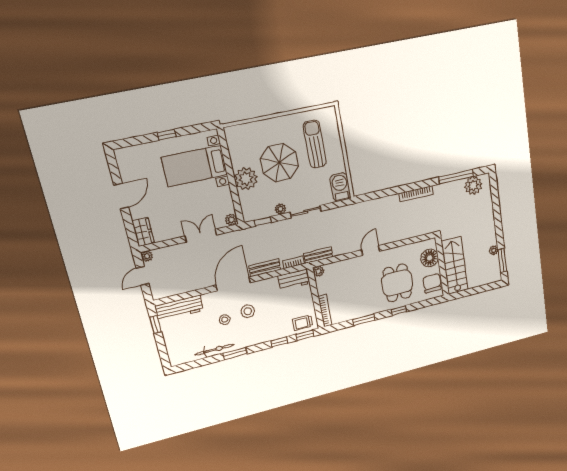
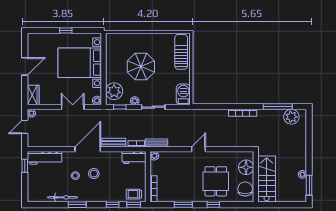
sun lounger: (315, 144) -> (181, 52), moved
bed with nightstands: (195, 166) -> (80, 63), width x1.36
plant: (246, 179) -> (114, 91), moved

